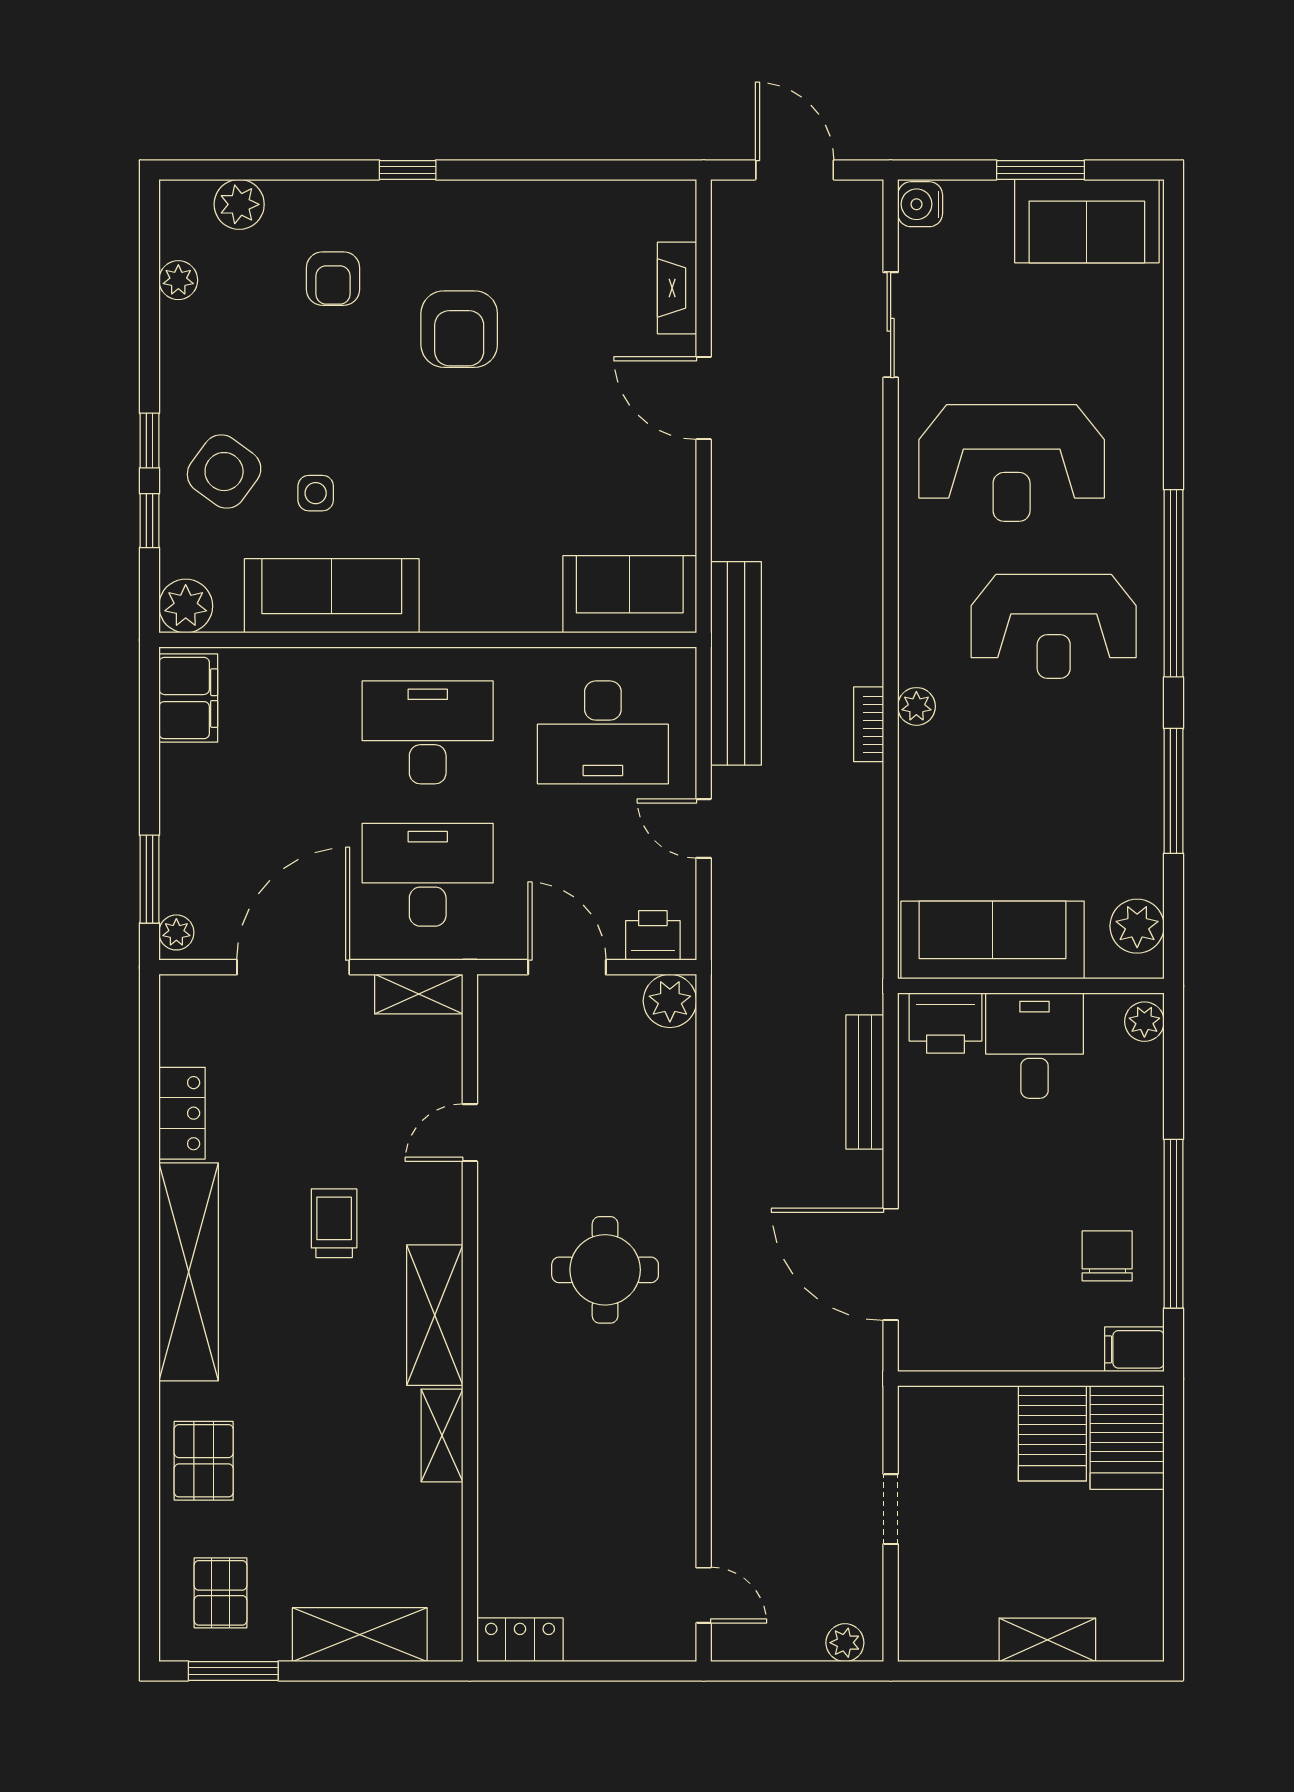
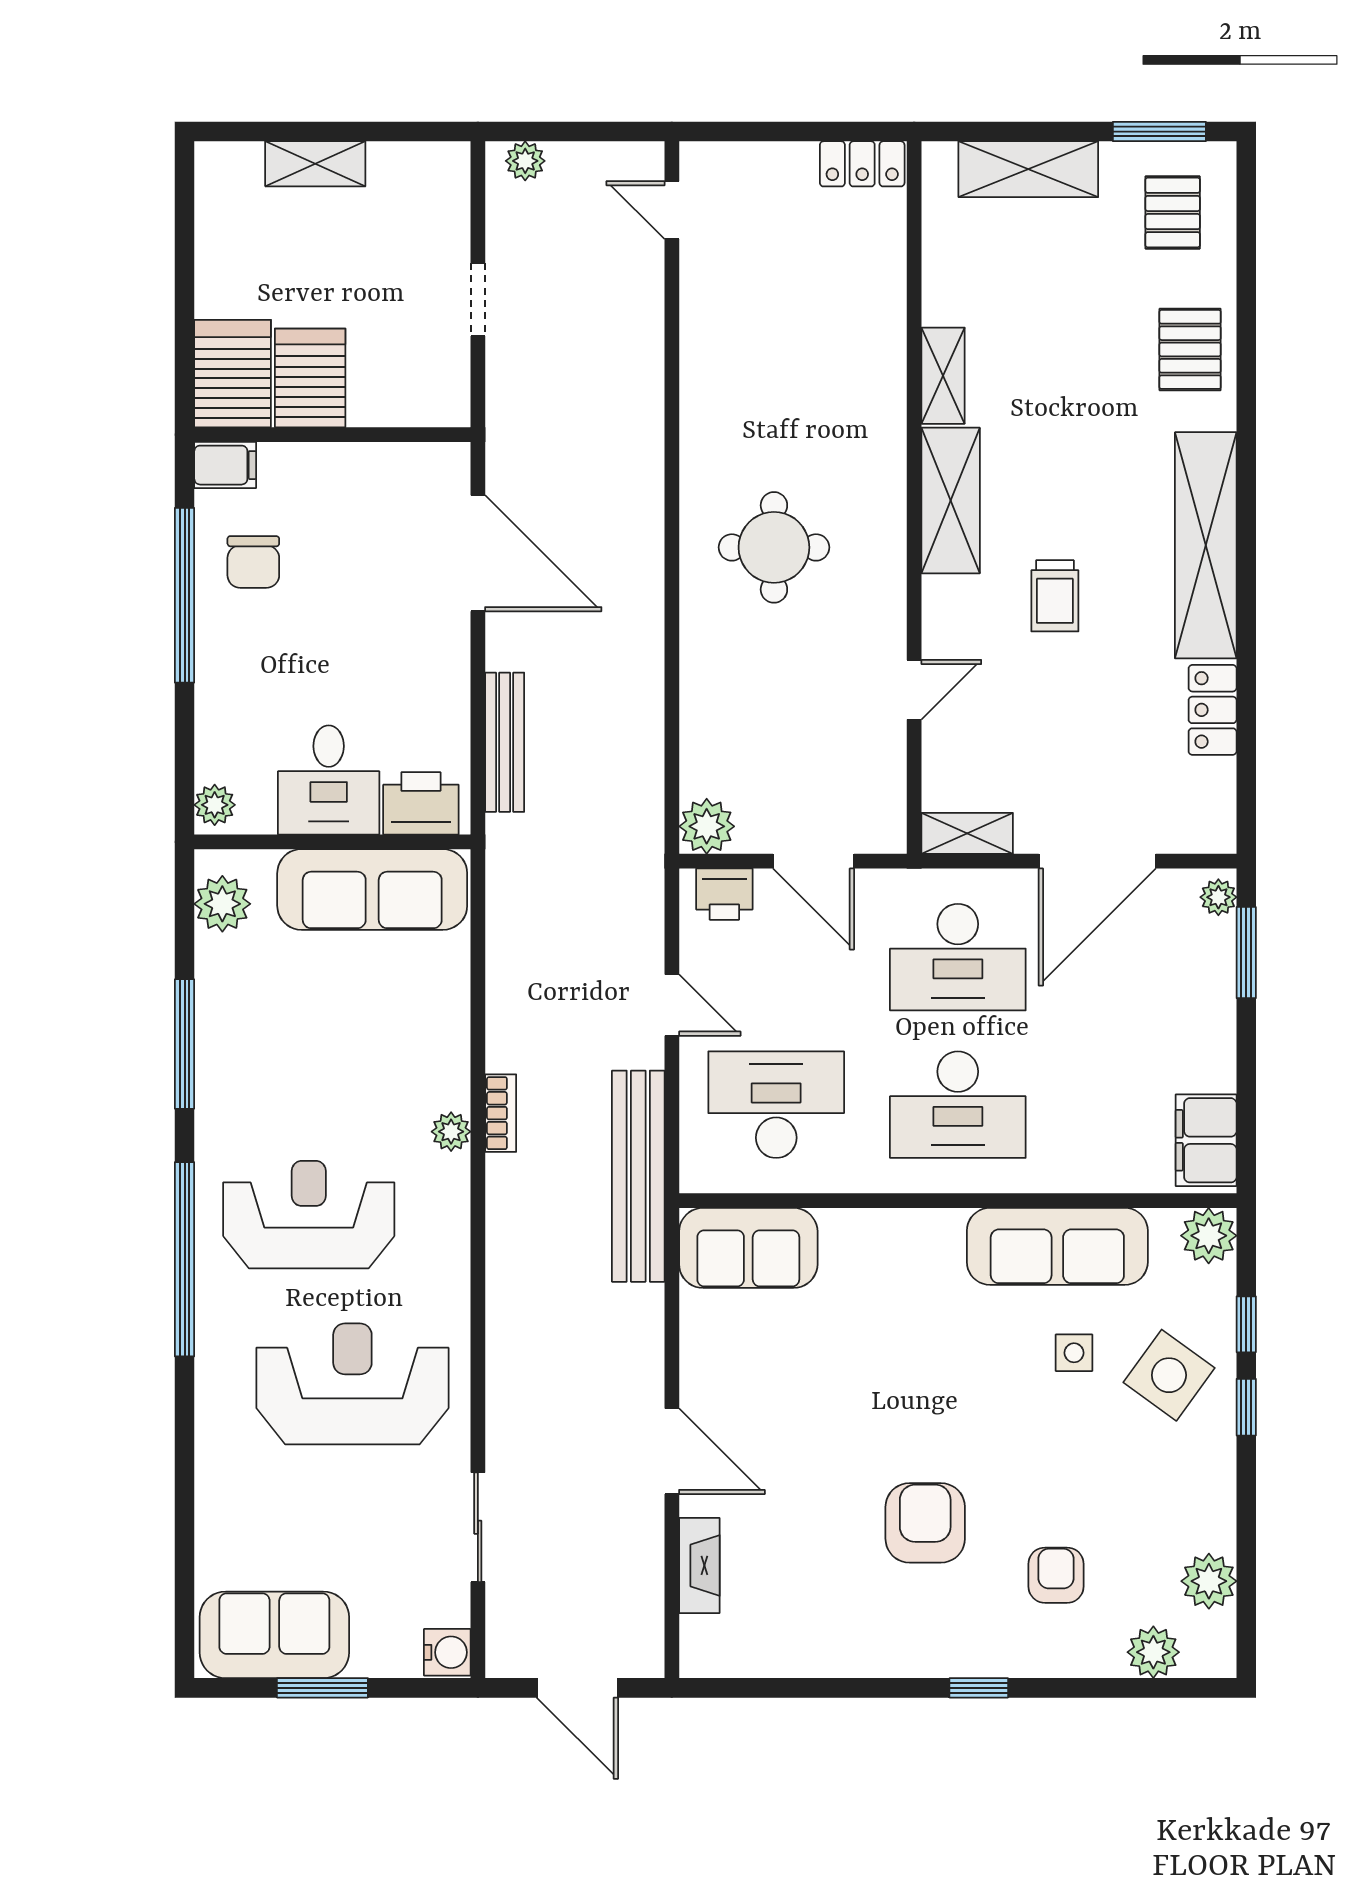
plant: (178, 280) -> (1209, 1581), width x1.38, depth x1.38

